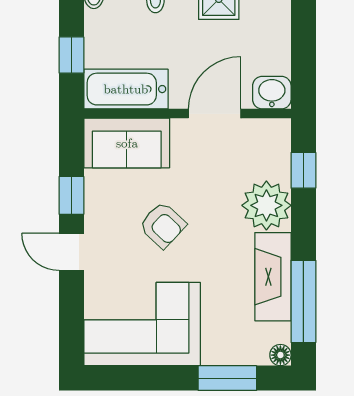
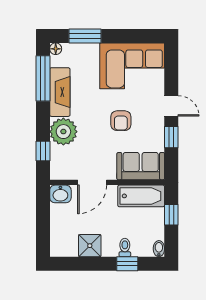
armchair: (163, 225) -> (121, 121), turned -133

